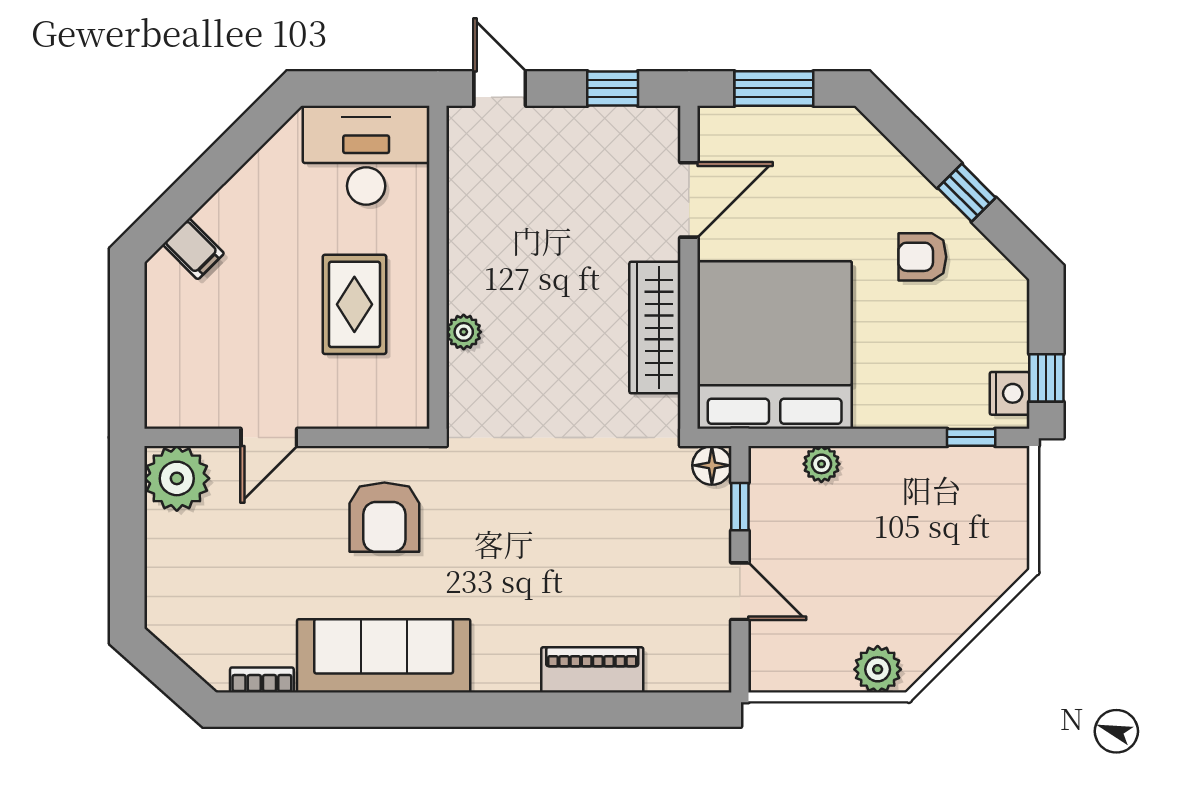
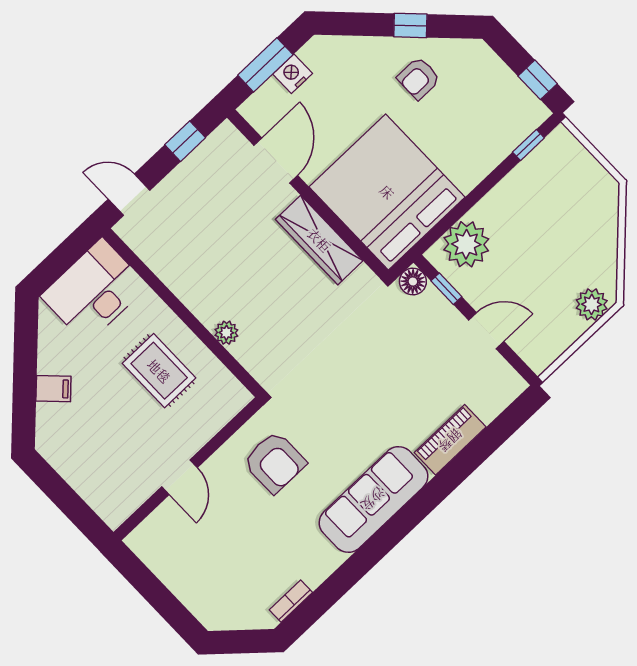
filing cabinet: (193, 249) -> (53, 389), moved
nightstand: (1010, 393) -> (293, 74), moved, turned -90
plant: (821, 464) -> (466, 244), width x1.88, depth x1.88
plant: (177, 478) -> (153, 541), removed
sofa: (384, 656) -> (373, 499), moved

